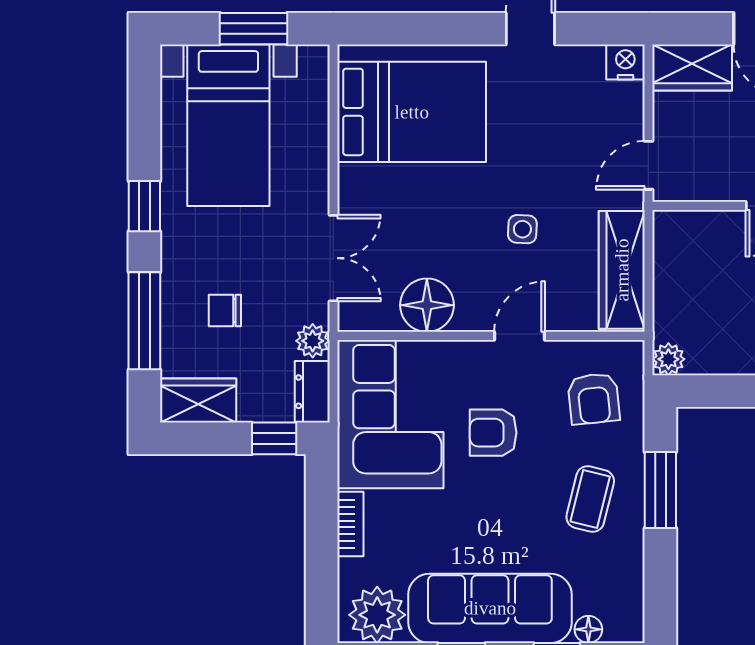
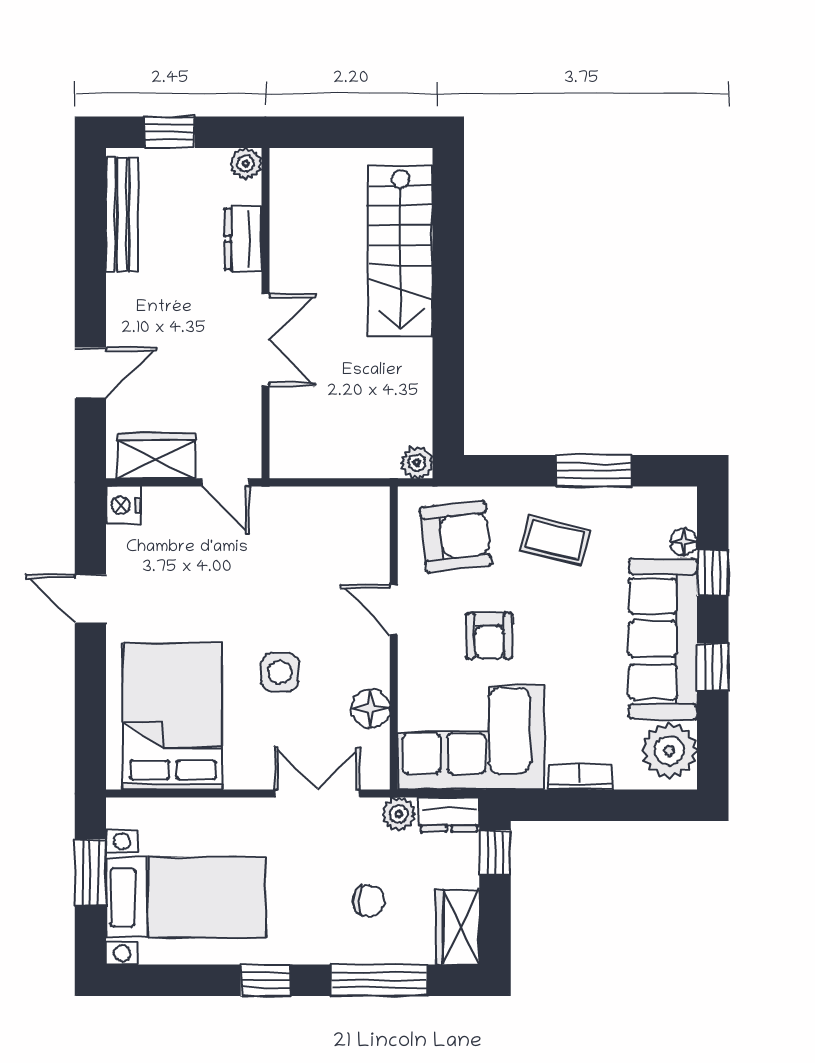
wardrobe: (692, 68) -> (156, 456), moved, turned -90
side table: (522, 229) -> (280, 672), moved, width x1.37, depth x1.37
wardrobe: (622, 270) -> (329, 509), removed
floor lamp: (427, 305) -> (371, 708), width x0.73, depth x0.73
chair: (225, 310) -> (369, 901), turned -90
armchair: (594, 399) -> (456, 537), width x1.38, depth x1.38
window: (660, 490) -> (594, 471), moved

